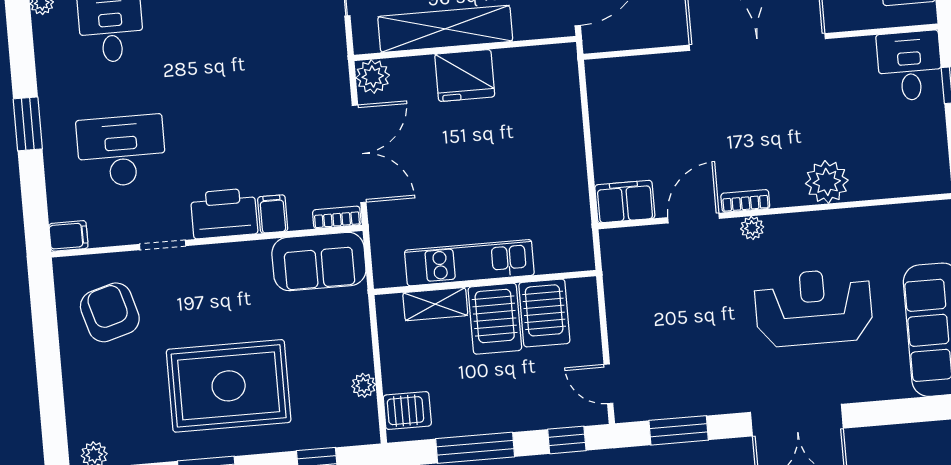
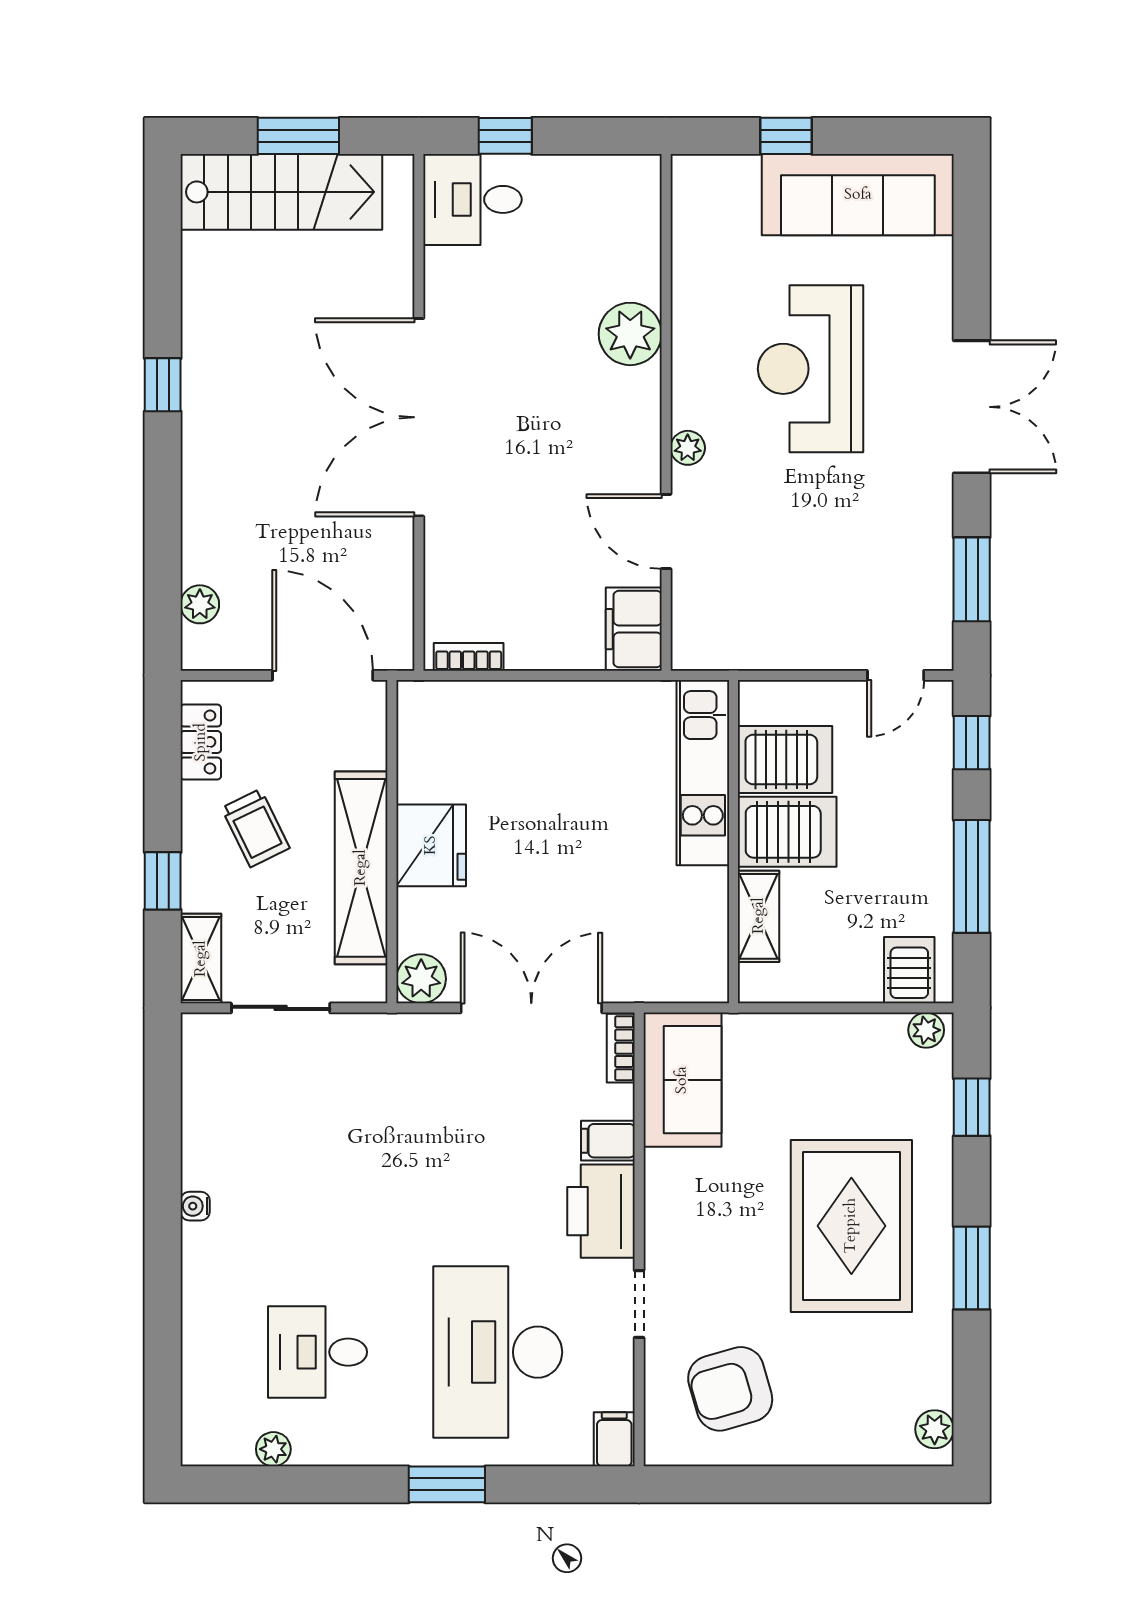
desk: (121, 151) -> (498, 1352), width x1.36, depth x1.30
bookcase: (745, 201) -> (469, 657), moved, turned 90
kitchen unit: (469, 263) -> (703, 773), moved
plant: (364, 385) -> (926, 1030), moved

